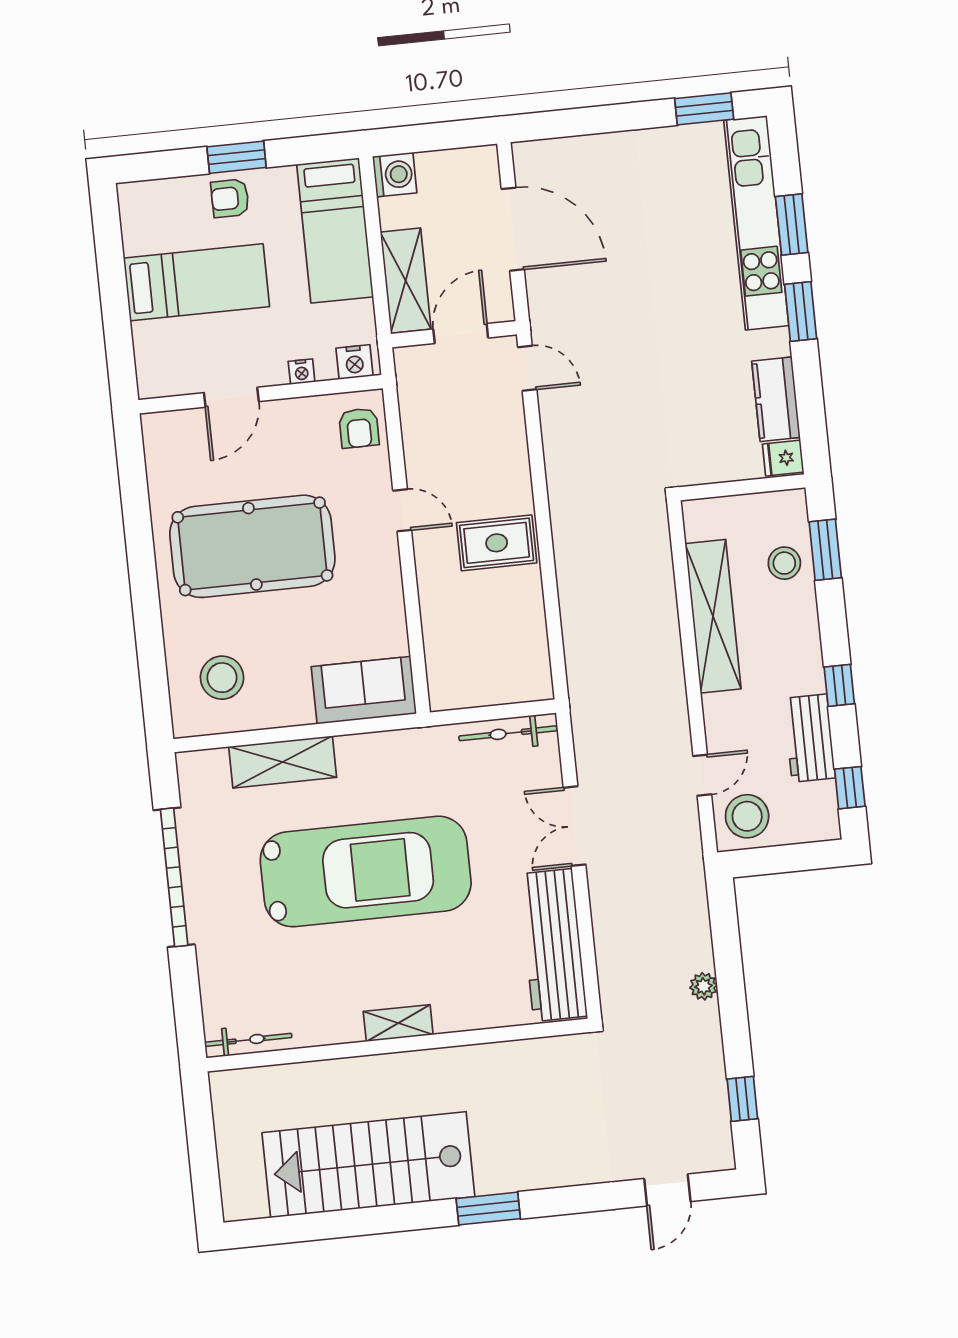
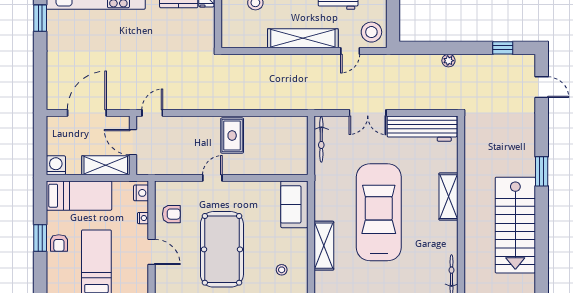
armchair: (359, 428) -> (171, 214), moved
shelving: (713, 616) -> (303, 38), moved
stool: (222, 678) -> (282, 270), width x0.53, depth x0.53
door: (702, 775) -> (350, 51), swing flipped
shelving: (398, 1023) -> (449, 197), width x1.50, depth x1.33

